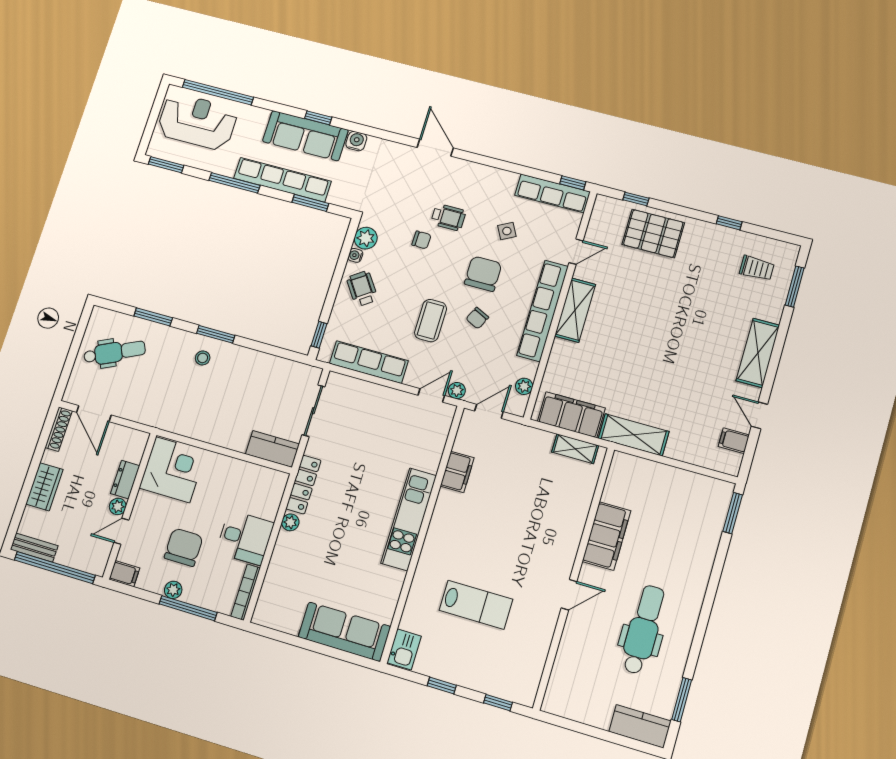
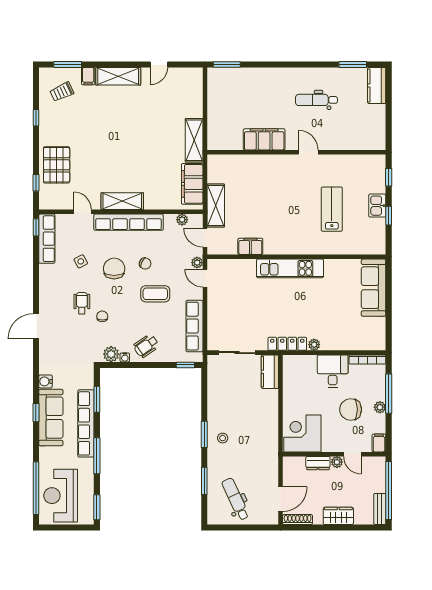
trolley: (757, 268) -> (62, 92), turned -115
chair: (483, 274) -> (114, 269), turned 90
filing cabinet: (734, 441) -> (88, 76), moved
shelving: (575, 449) -> (216, 206), moved, width x1.50, depth x1.33
dental chair: (643, 630) -> (316, 100), width x0.73, depth x0.72
kitchen sink: (404, 649) -> (377, 206), moved, turned -90

